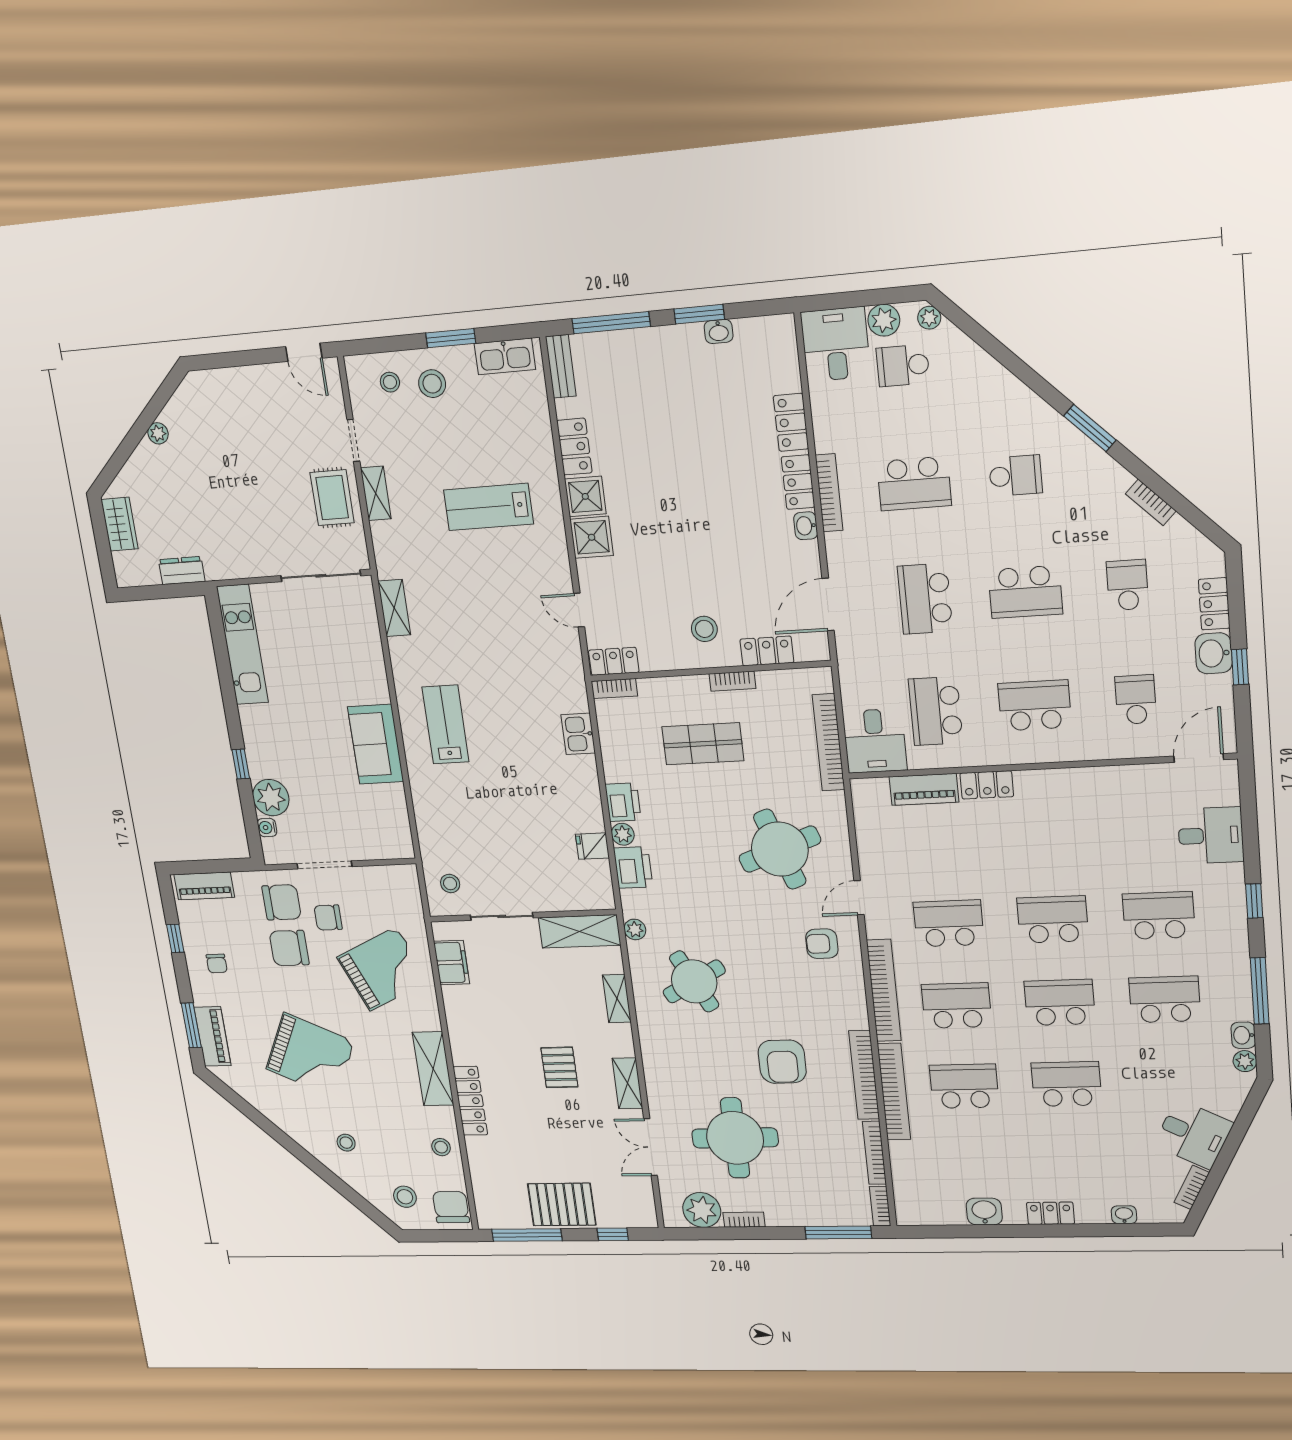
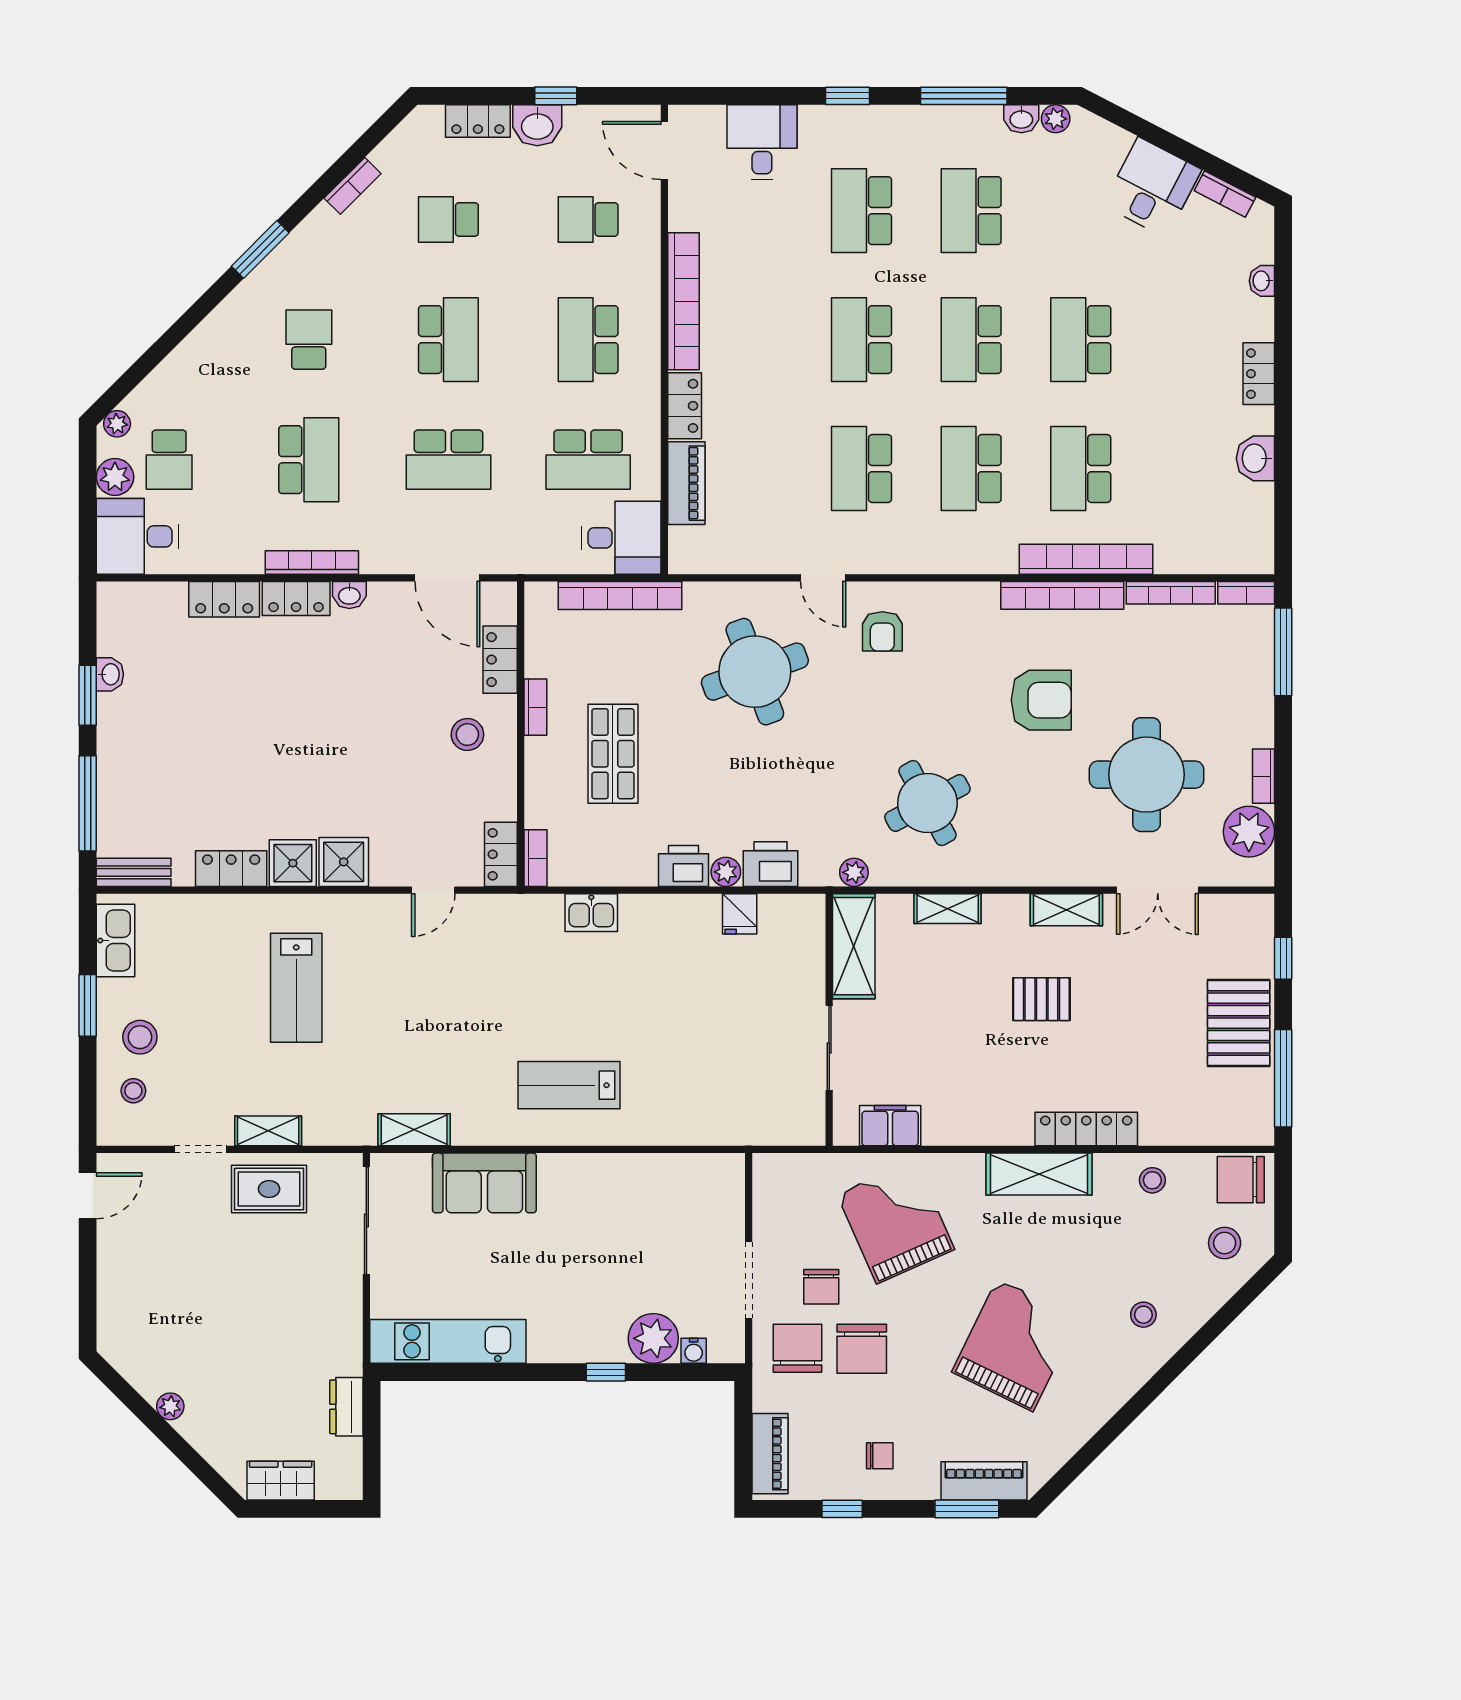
sofa: (376, 744) -> (484, 1183), moved
stool: (450, 884) -> (781, 1111), removed
bookcase: (884, 990) -> (683, 301), moved, turned 90

